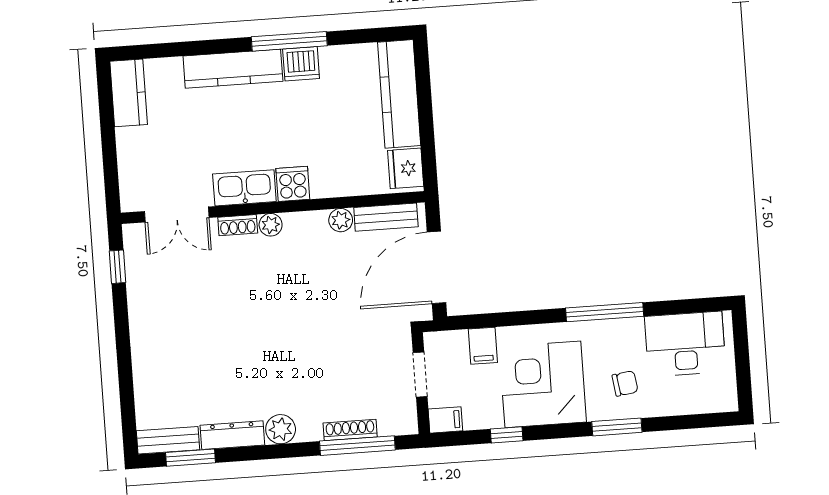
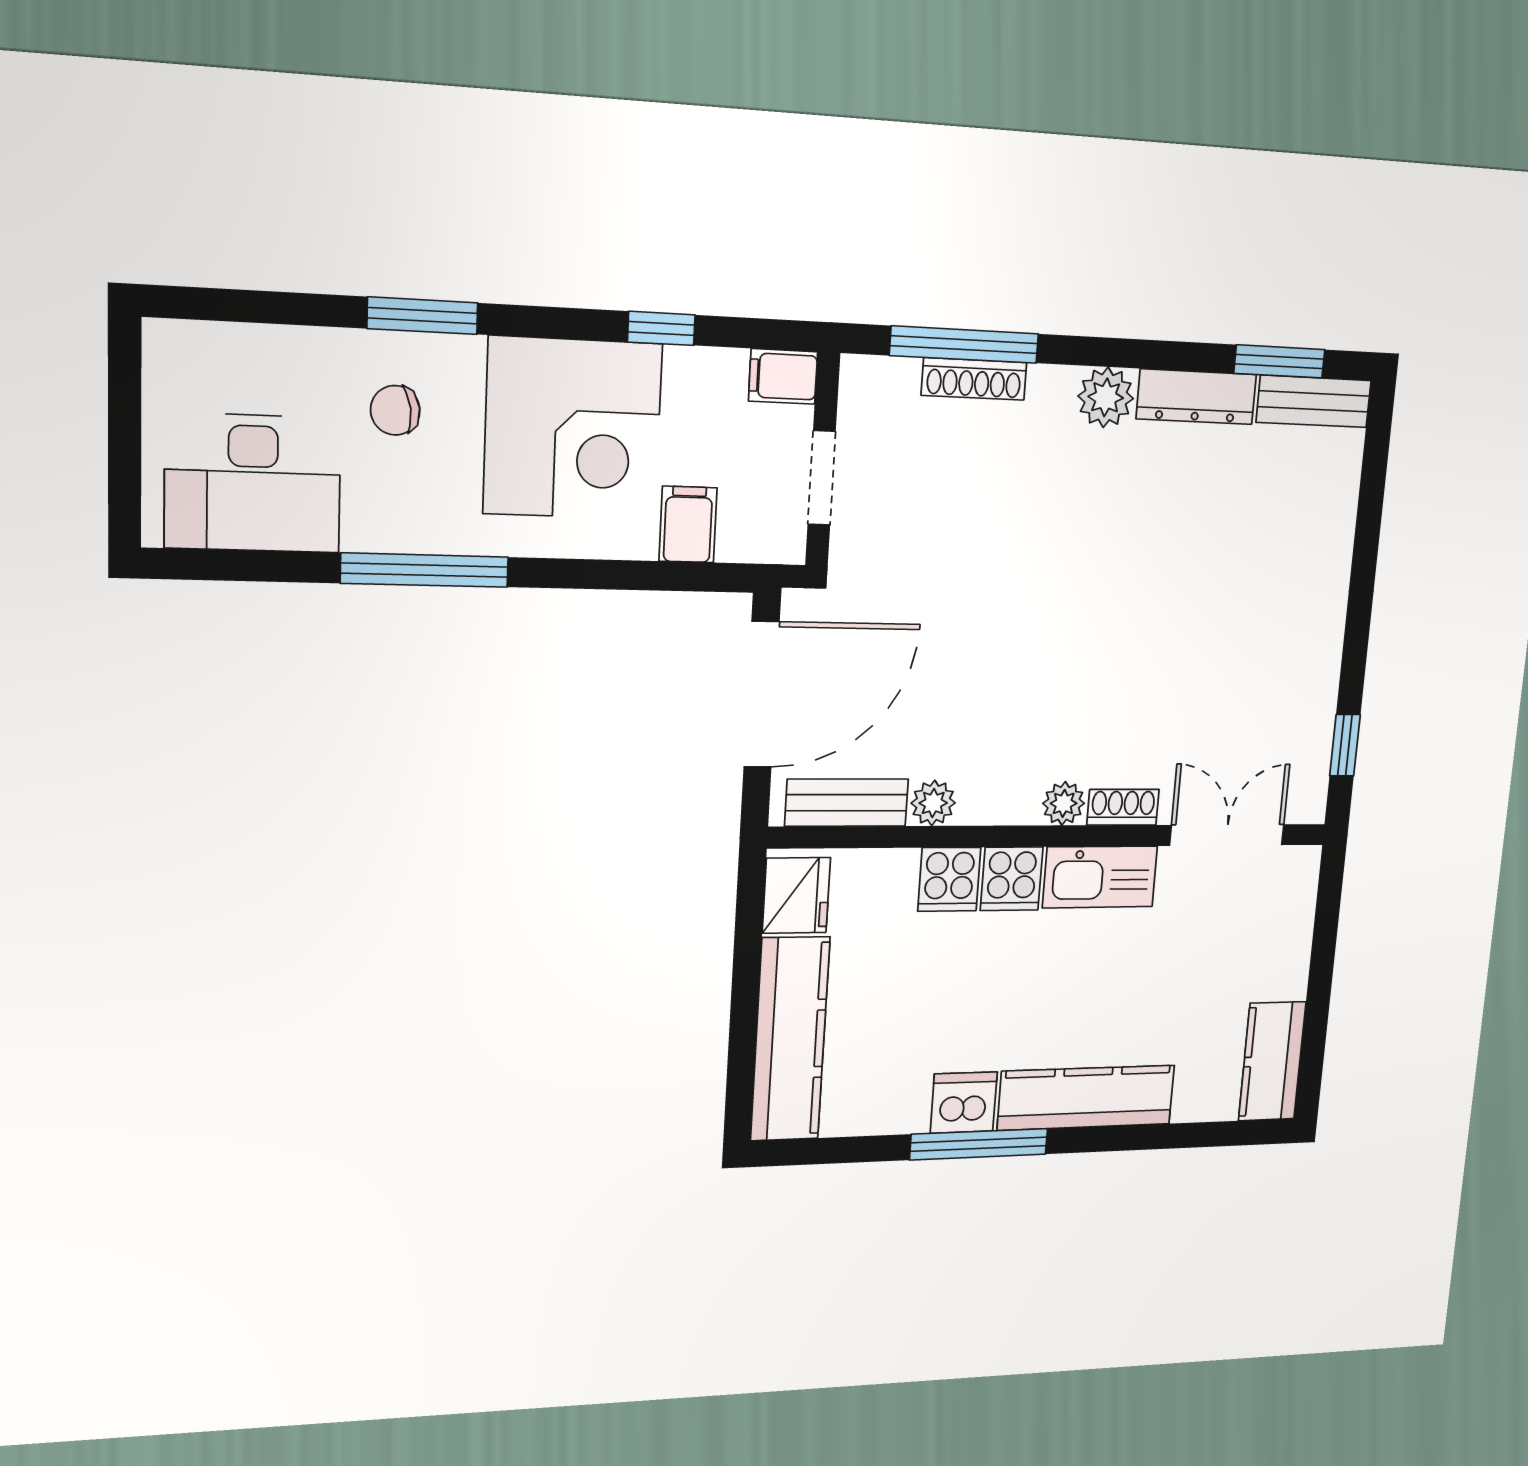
cooker: (326, 181) -> (949, 879), added

